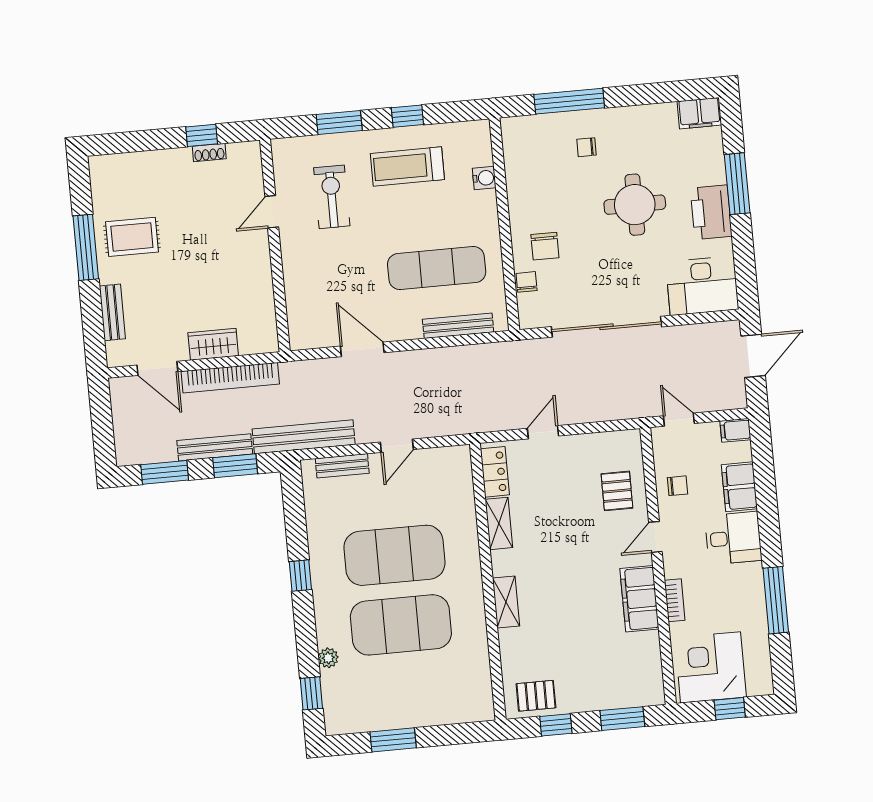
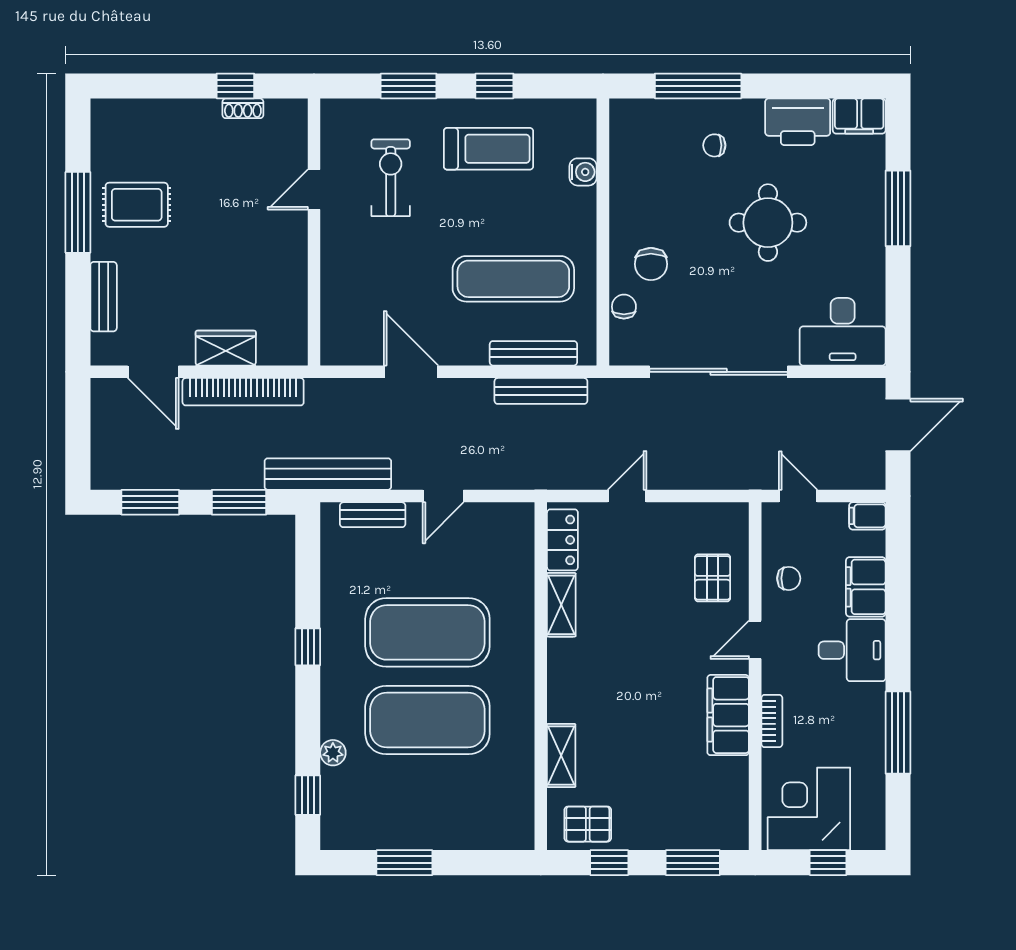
treadmill: (407, 167) -> (489, 149), turned 180
printer: (711, 212) -> (798, 122), moved, turned -90
bench: (215, 447) -> (541, 391), moved
shelving: (506, 602) -> (561, 756), moved

